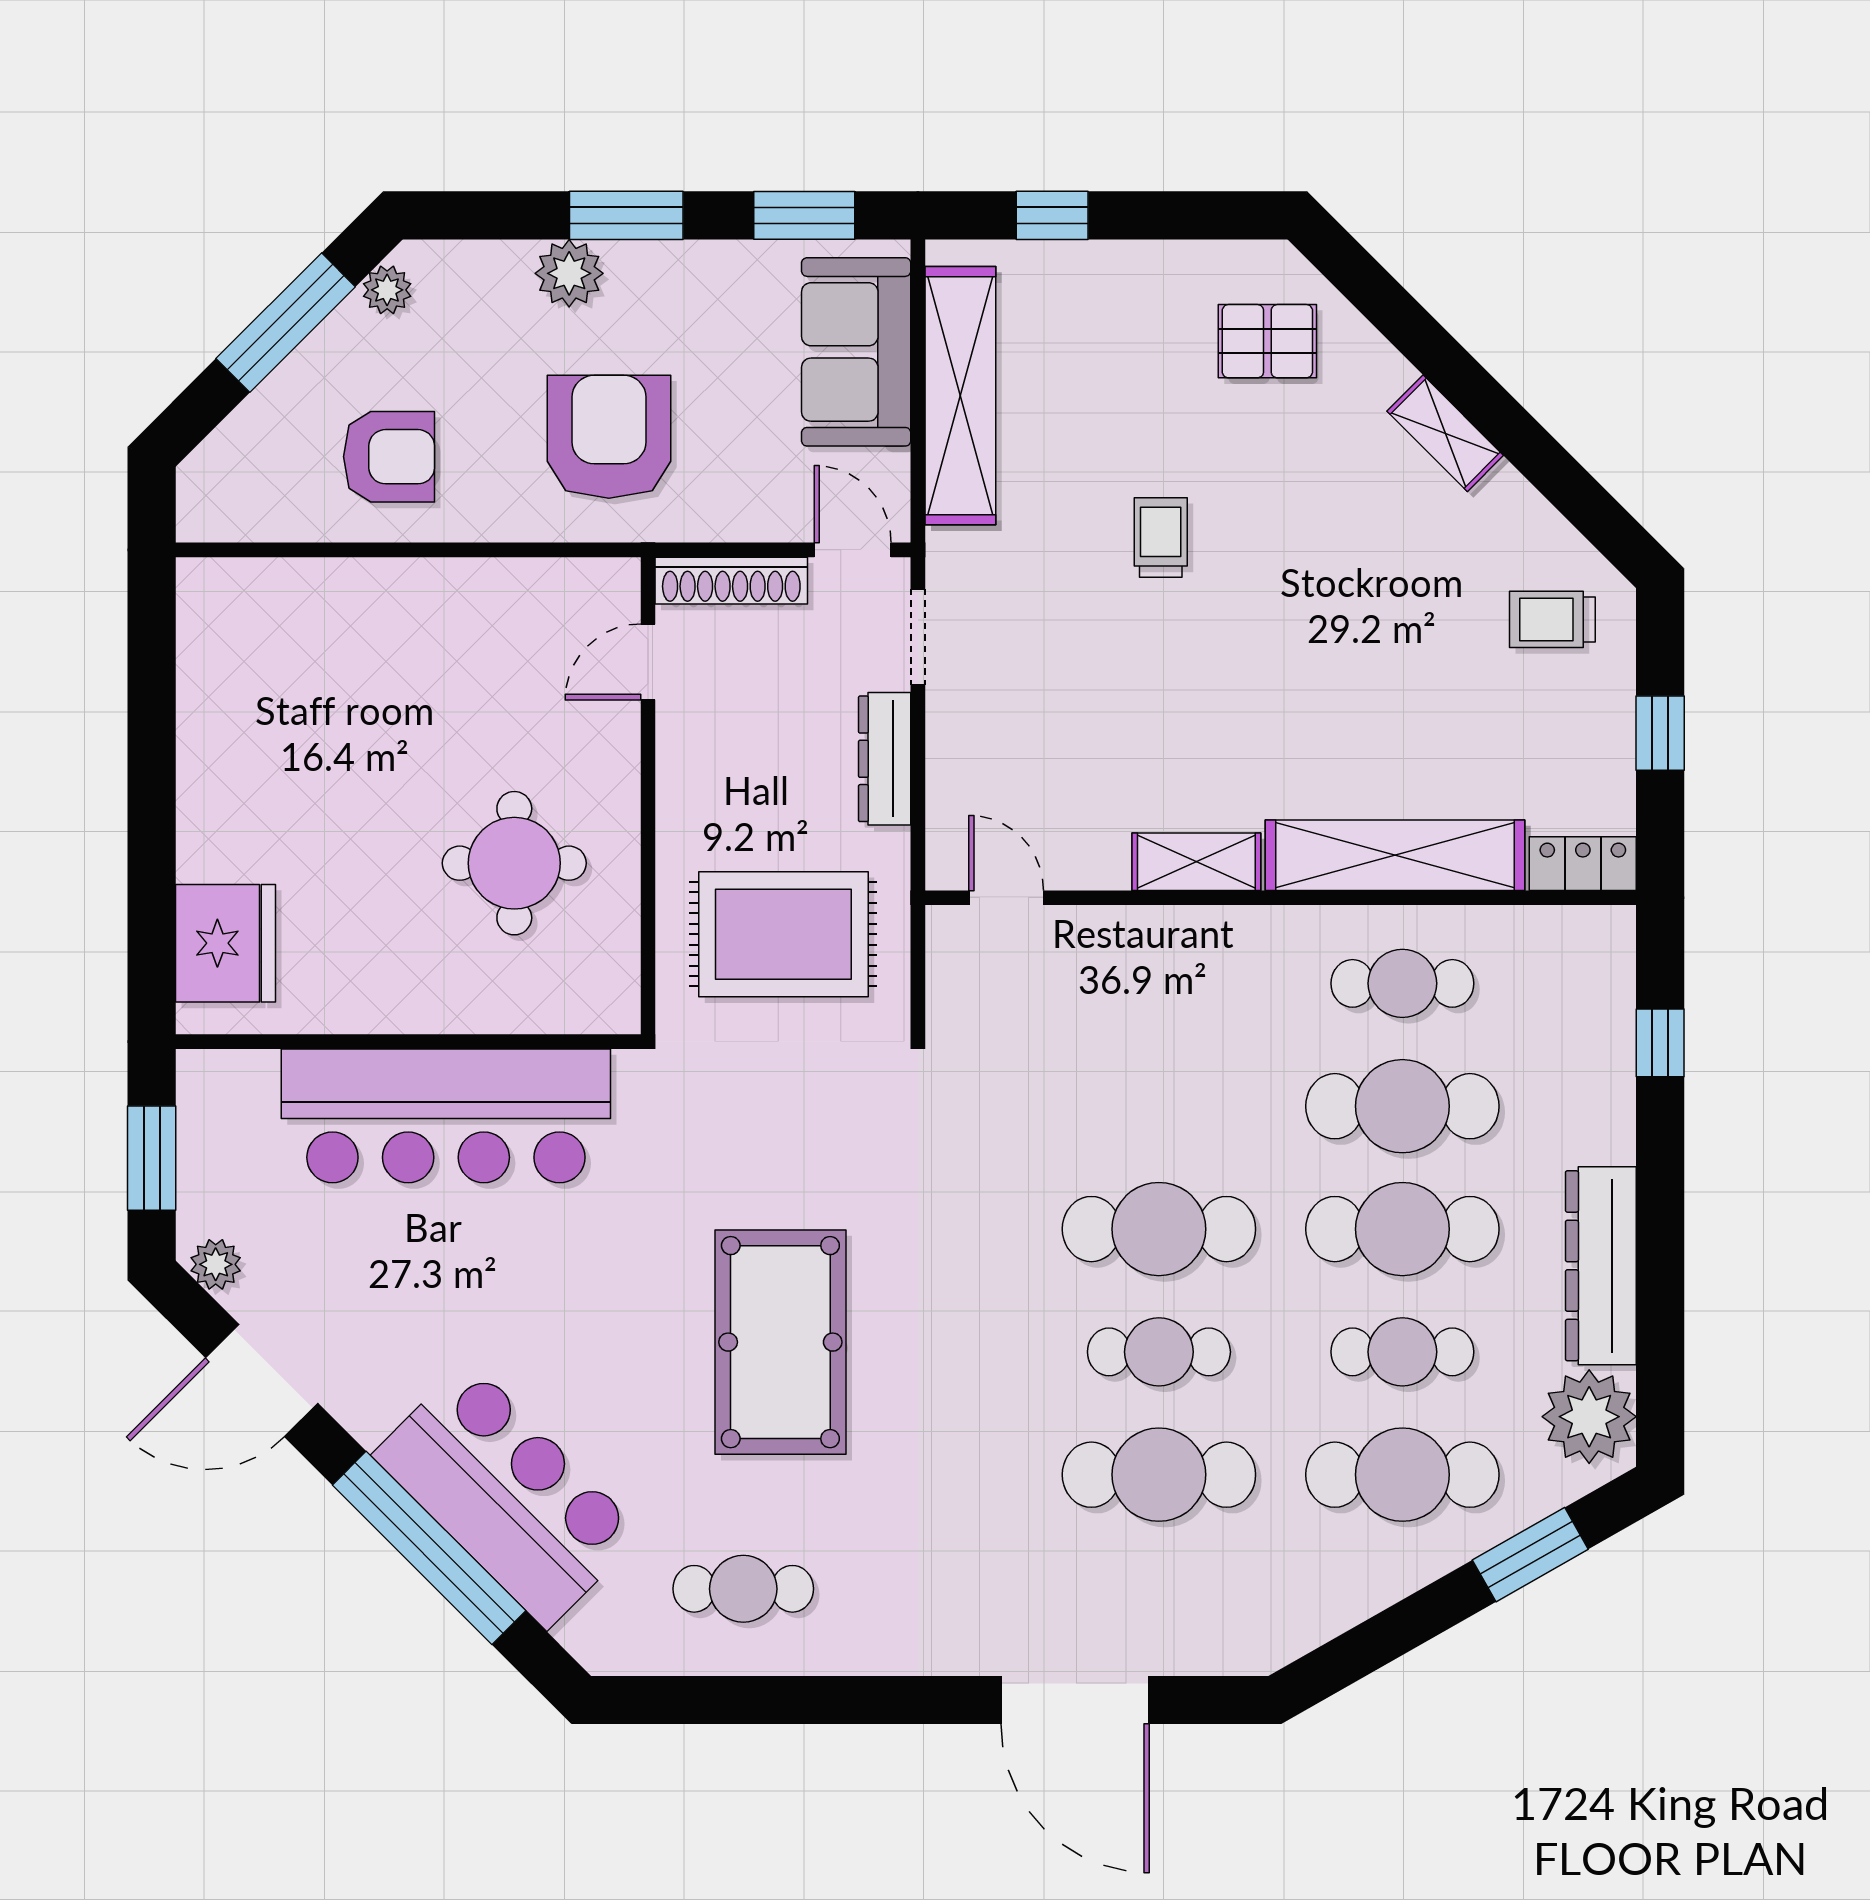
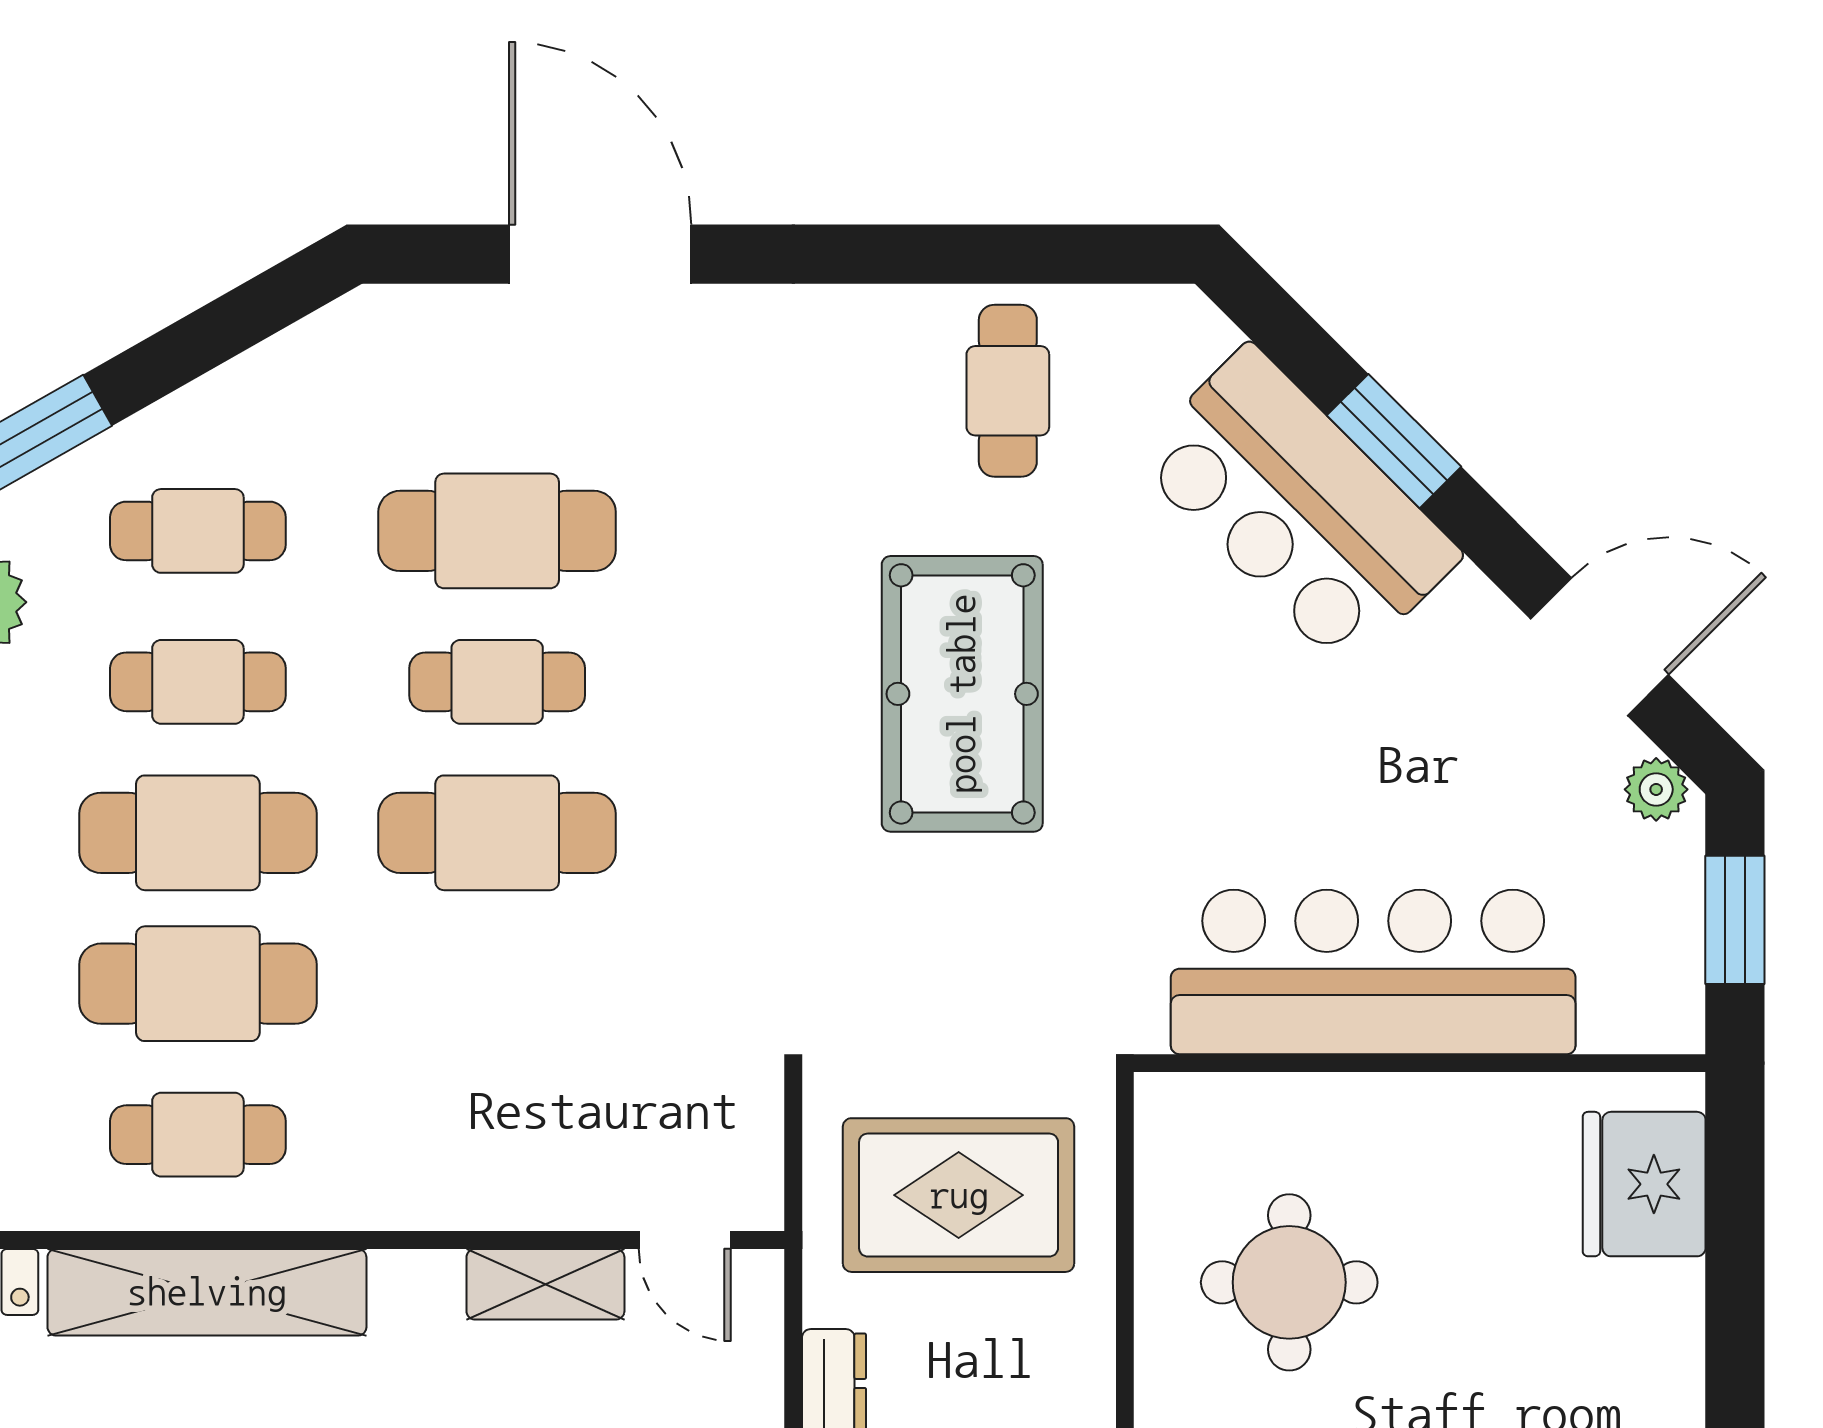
shelving: (1196, 862) -> (545, 1284), moved
cafe table: (1402, 1475) -> (198, 531), width x0.73, depth x0.74
window: (429, 1548) -> (1394, 441), width x0.47
cafe table: (743, 1589) -> (1008, 391), turned 90

